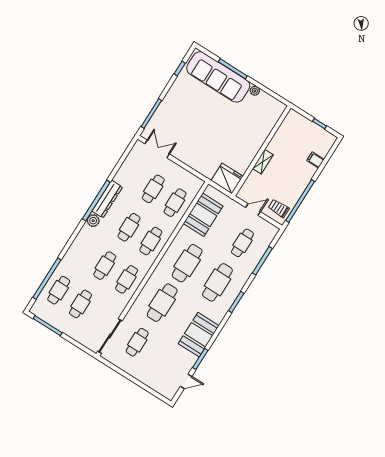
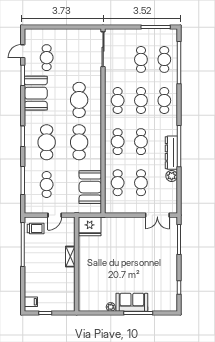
sofa: (218, 77) -> (132, 302), width x0.54, depth x0.79
filing cabinet: (315, 160) -> (31, 302), moved
plant: (93, 221) -> (172, 176), moved
cafe table: (83, 252) -> (164, 101), added
cafe table: (137, 342) -> (47, 58), moved

